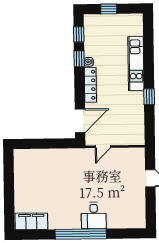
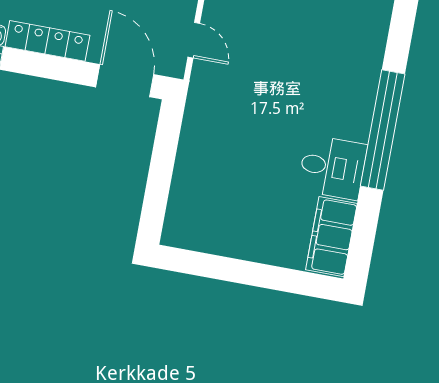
desk: (94, 216) -> (332, 167), moved

